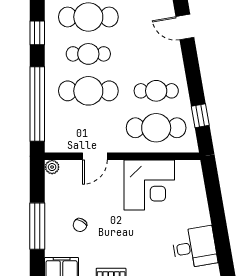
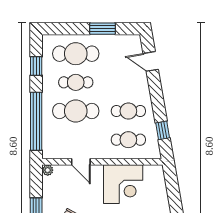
cafe table: (156, 128) -> (128, 140), width x0.73, depth x0.74
door: (95, 156) -> (81, 162), hinge flipped

